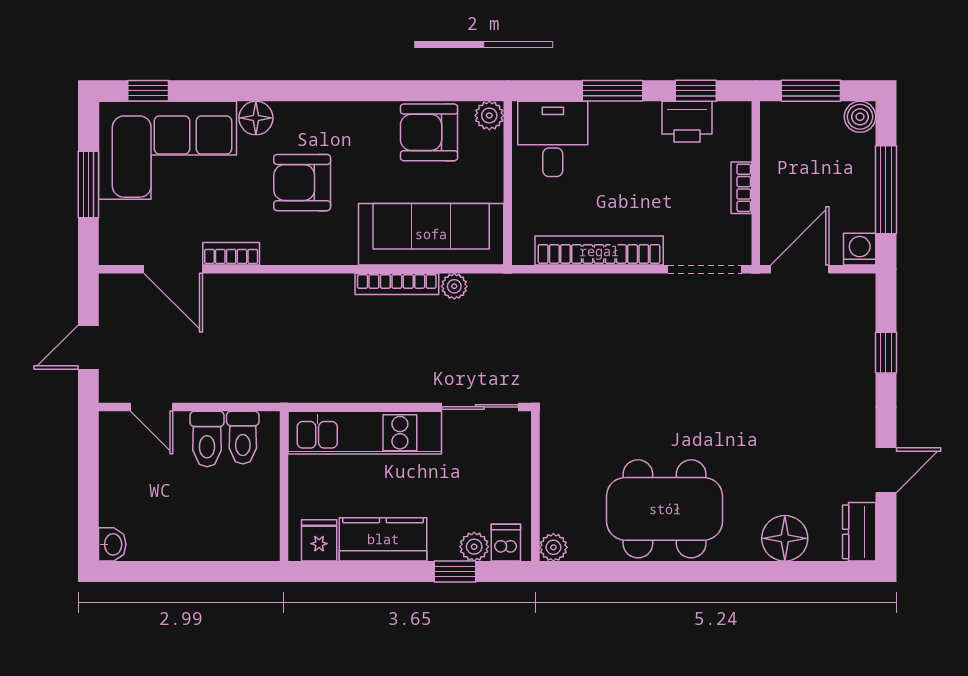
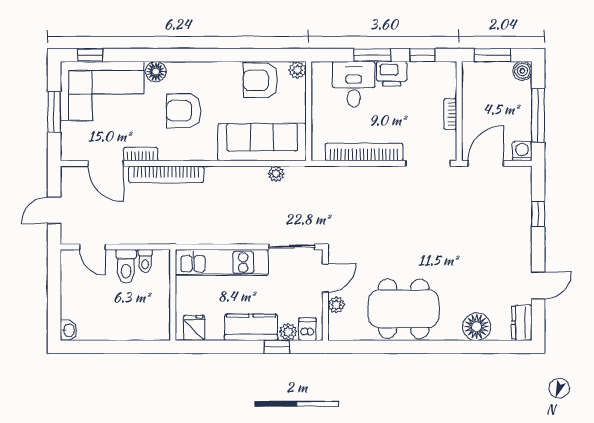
printer: (687, 122) -> (392, 74), moved
desk: (553, 139) -> (354, 84), moved
bookcase: (397, 284) -> (166, 174), moved, width x1.48, depth x1.31
toilet: (243, 438) -> (145, 261), width x0.73, depth x0.72
door: (535, 458) -> (325, 278), added
kitchen counter: (383, 539) -> (251, 327), moved
plant: (553, 547) -> (336, 305), moved

